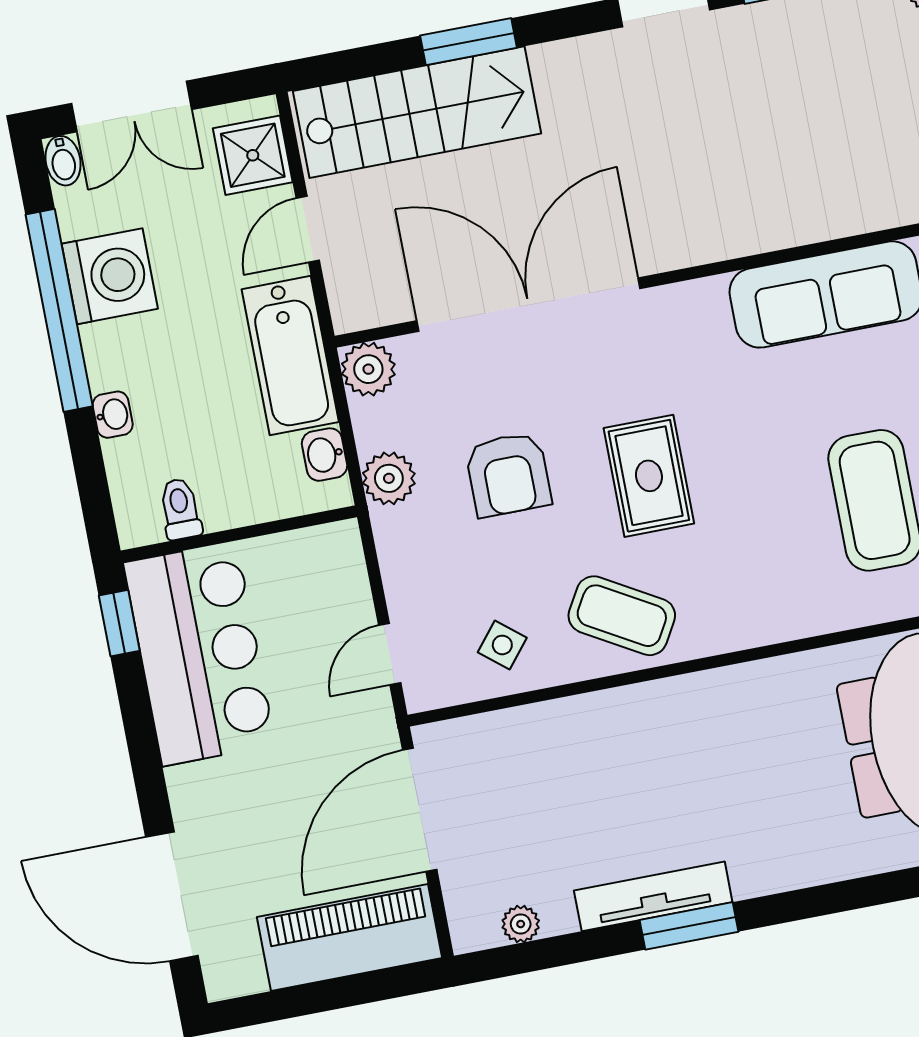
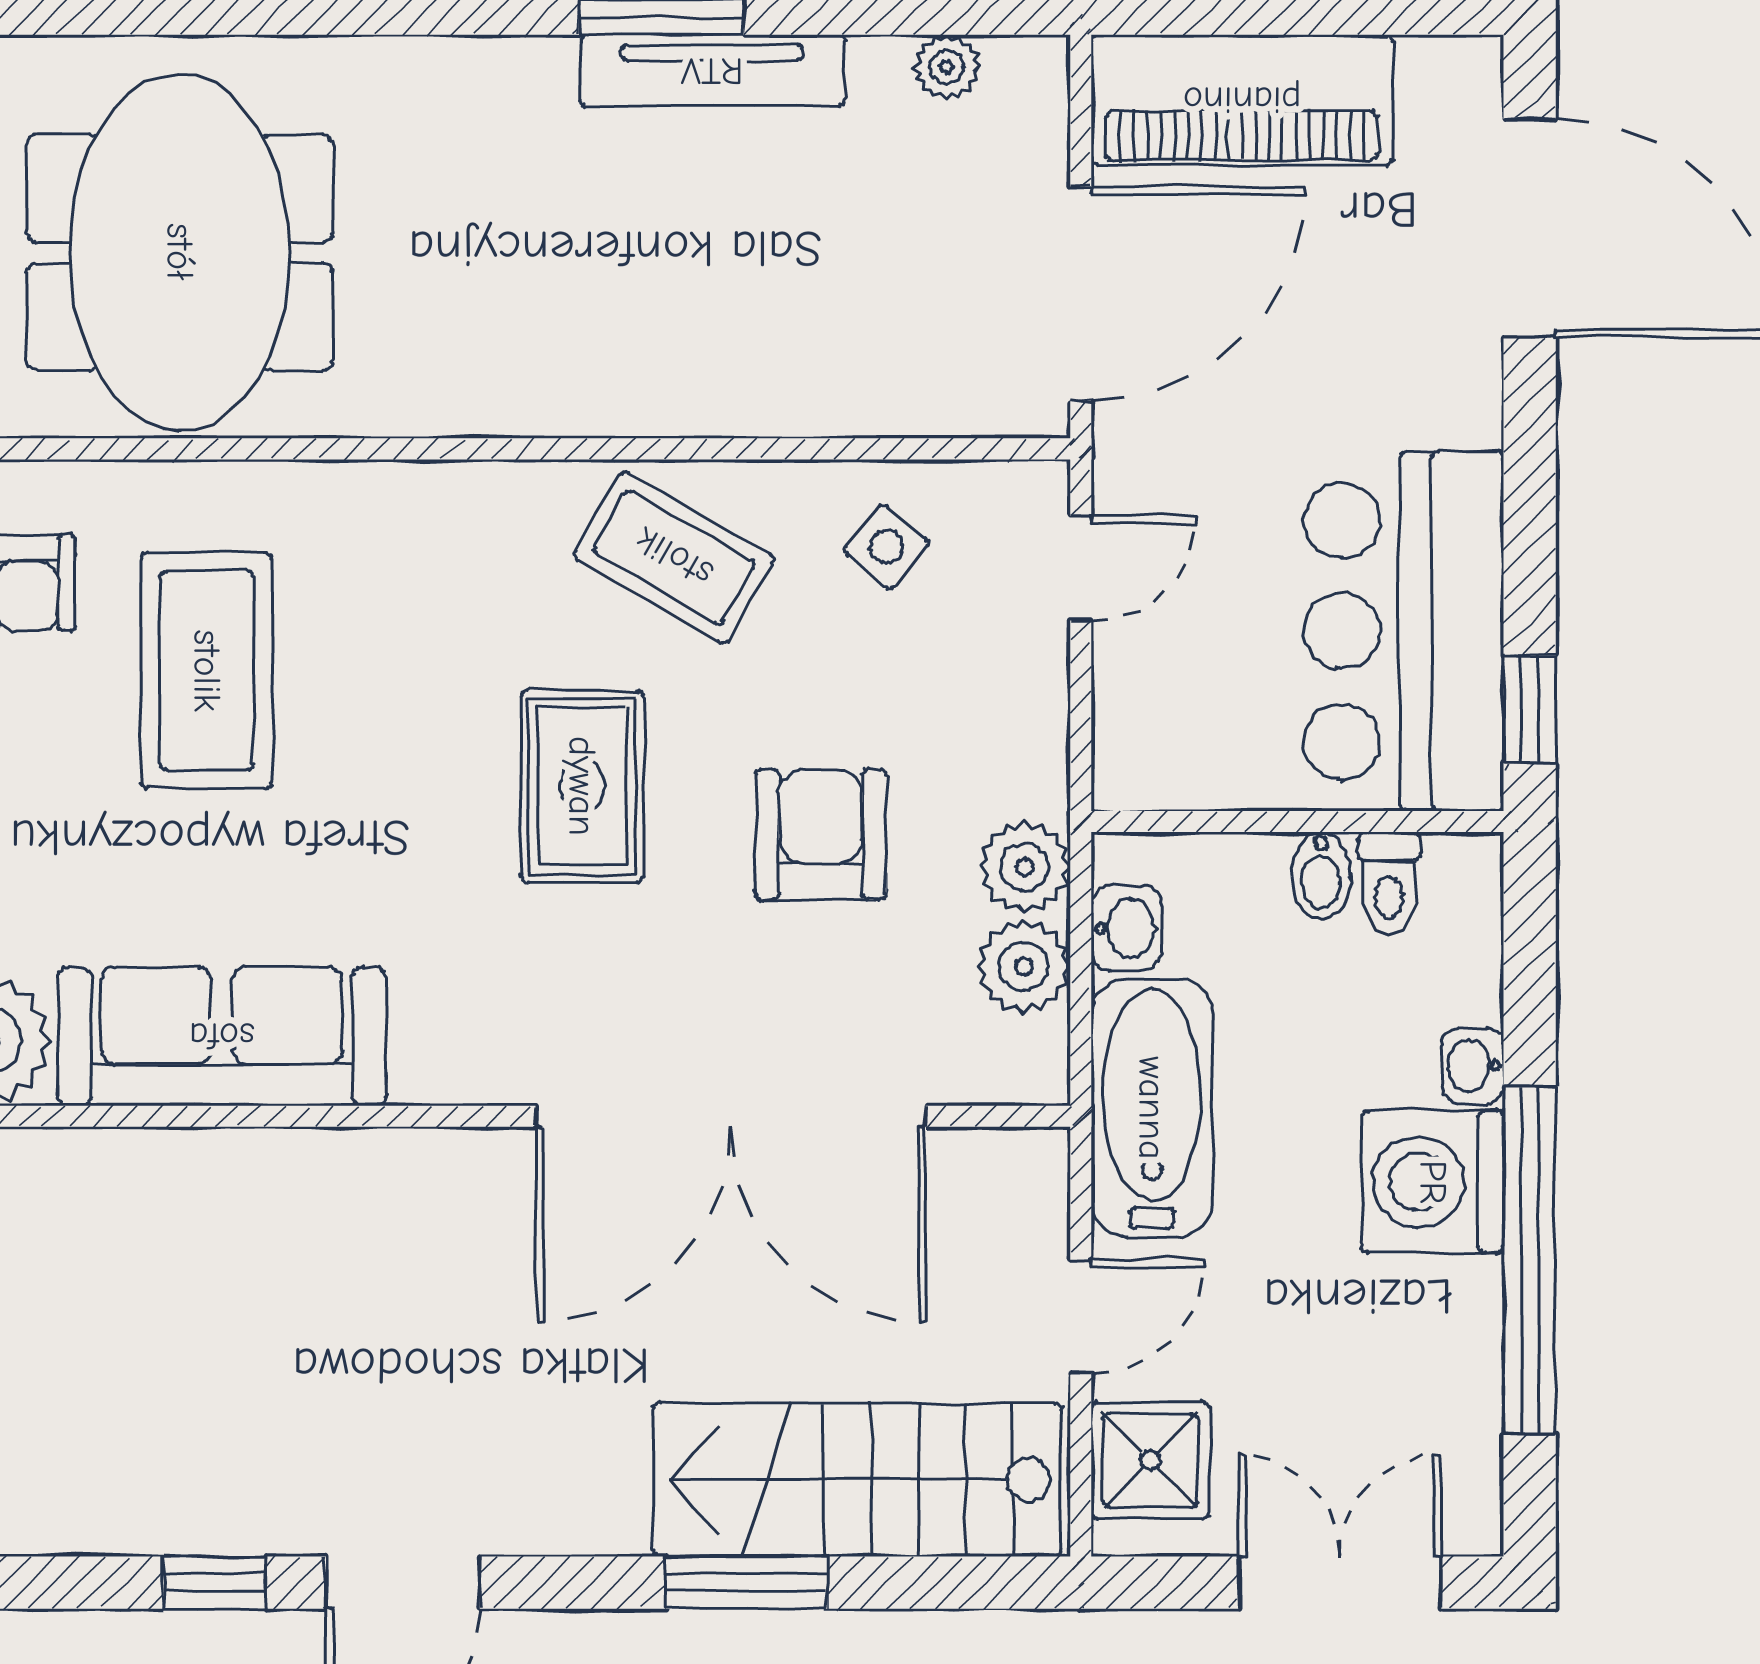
bidet: (63, 161) -> (1321, 876), moved, turned 180
washing machine: (110, 276) -> (1433, 1182), moved
plant: (368, 369) -> (1024, 966), moved

